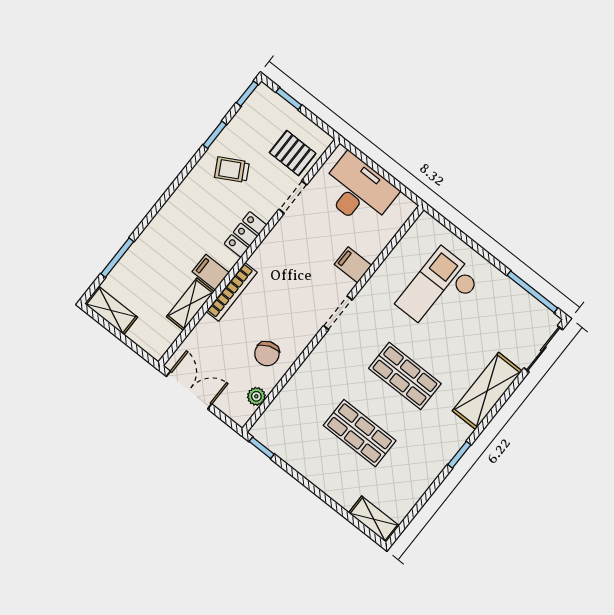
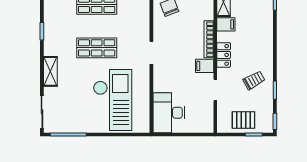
pallet: (293, 153) -> (243, 120), moved
desk: (358, 191) -> (169, 113), moved, turned 90
filing cabinet: (353, 265) -> (205, 66), moved, turned 180
checkout: (438, 291) -> (113, 100), width x1.36, depth x1.21
bookcase: (232, 292) -> (209, 39), moved
shelving: (487, 391) -> (50, 71), width x0.67, depth x0.75

